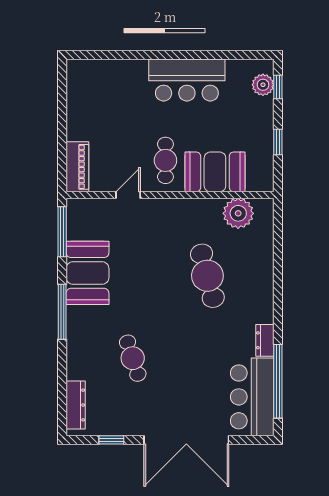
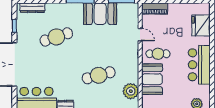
fridge: (110, 77) -> (201, 25), added
cafe table: (133, 358) -> (56, 37), width x1.37, depth x1.35

